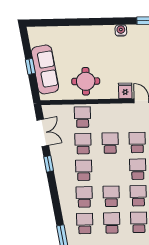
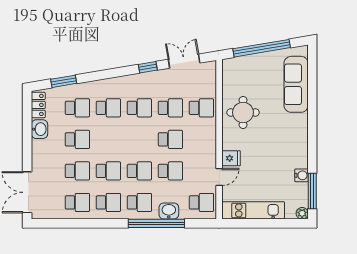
water cooler: (121, 30) -> (301, 175), moved
window: (30, 66) -> (262, 48), width x3.17
sofa: (45, 69) -> (296, 84), moved, turned 99
double door: (43, 133) -> (184, 61), swing flipped
school desk: (111, 196) -> (108, 139), removed

